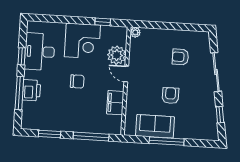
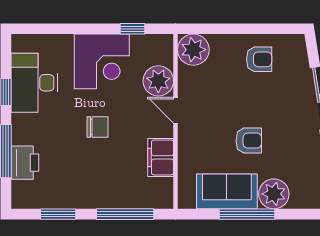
plant: (135, 32) -> (193, 50), width x1.87, depth x1.87
armchair: (180, 57) -> (259, 59), moved, turned 180
printer: (31, 90) -> (25, 163), moved
armchair: (170, 96) -> (249, 141), turned 90
plant: (184, 130) -> (274, 194), added

